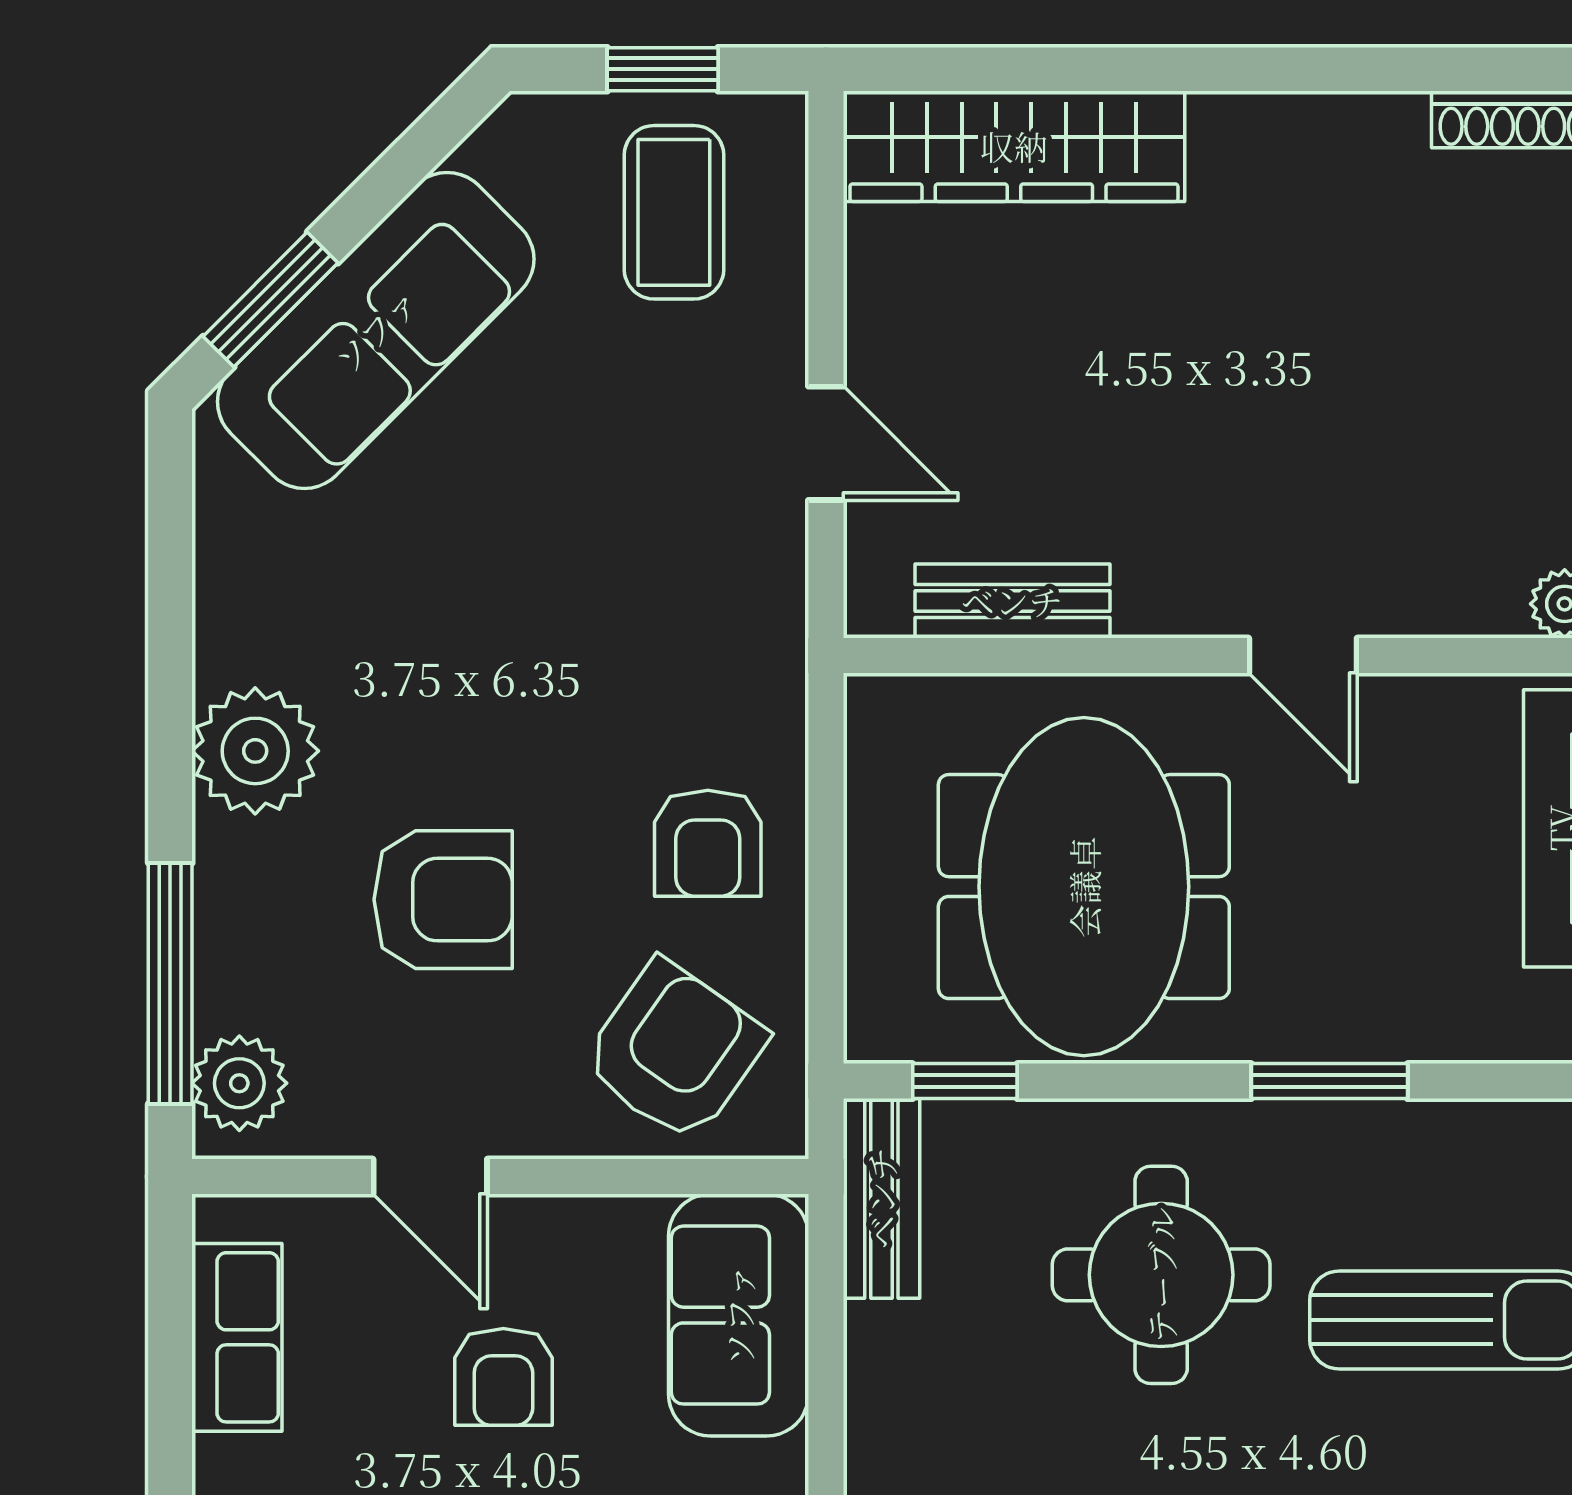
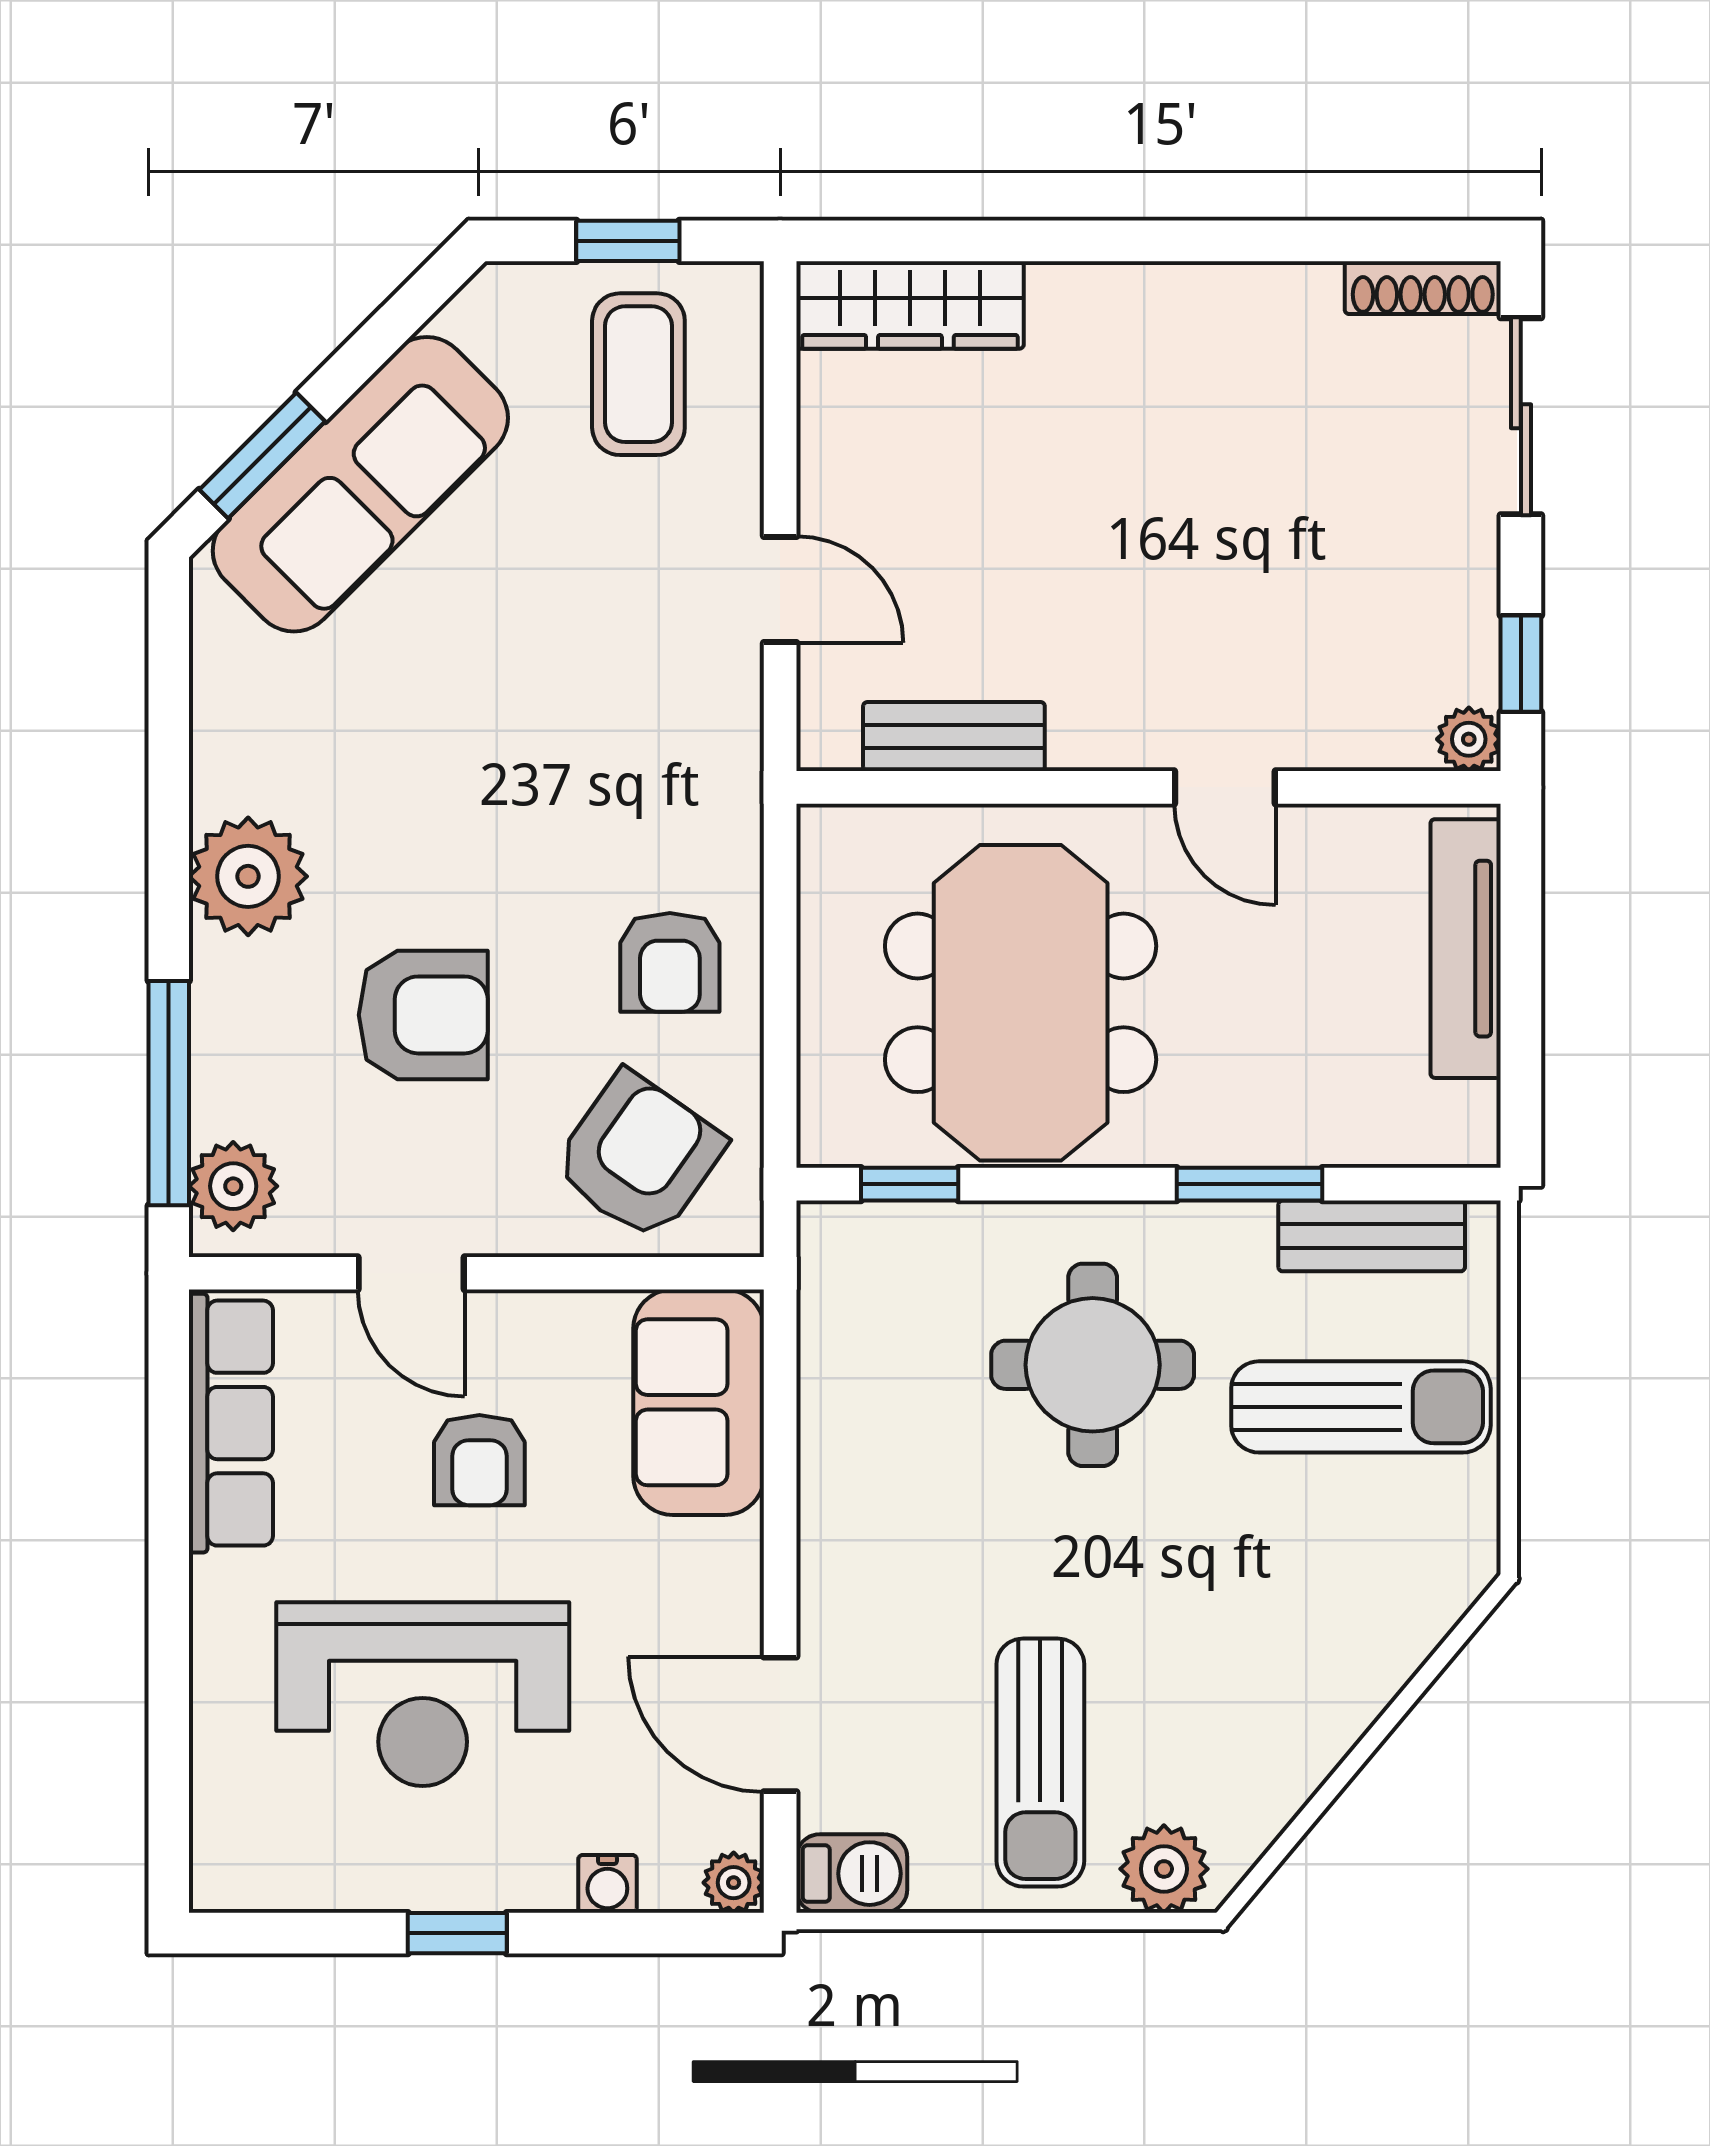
wardrobe: (1014, 146) -> (910, 305), width x0.71, depth x0.85
bench: (881, 1198) -> (1372, 1236), moved, turned 90
row of seats: (237, 1337) -> (231, 1423), width x1.48

